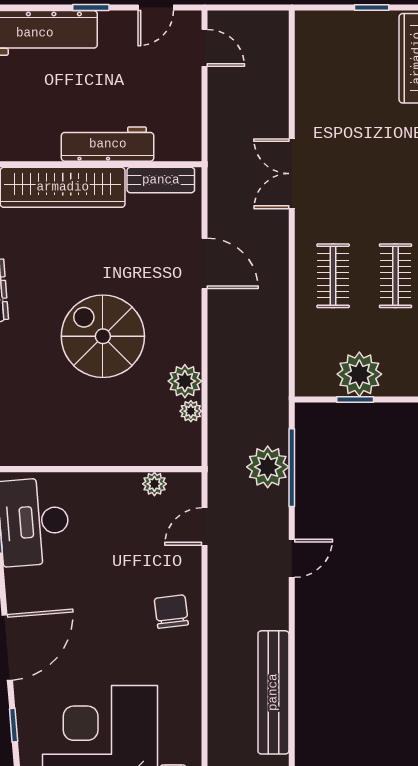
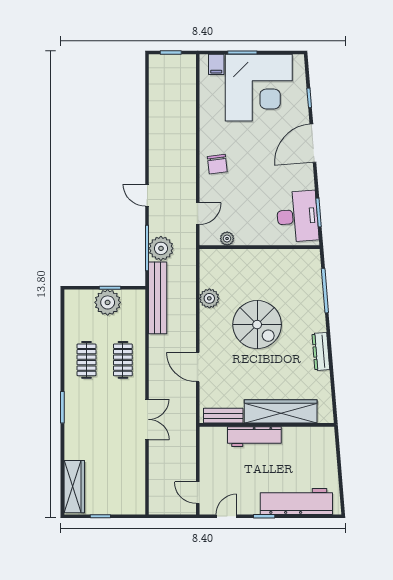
plant: (191, 411) -> (206, 281), removed
door: (292, 558) -> (147, 195), hinge flipped
bench: (273, 692) -> (158, 298), moved

